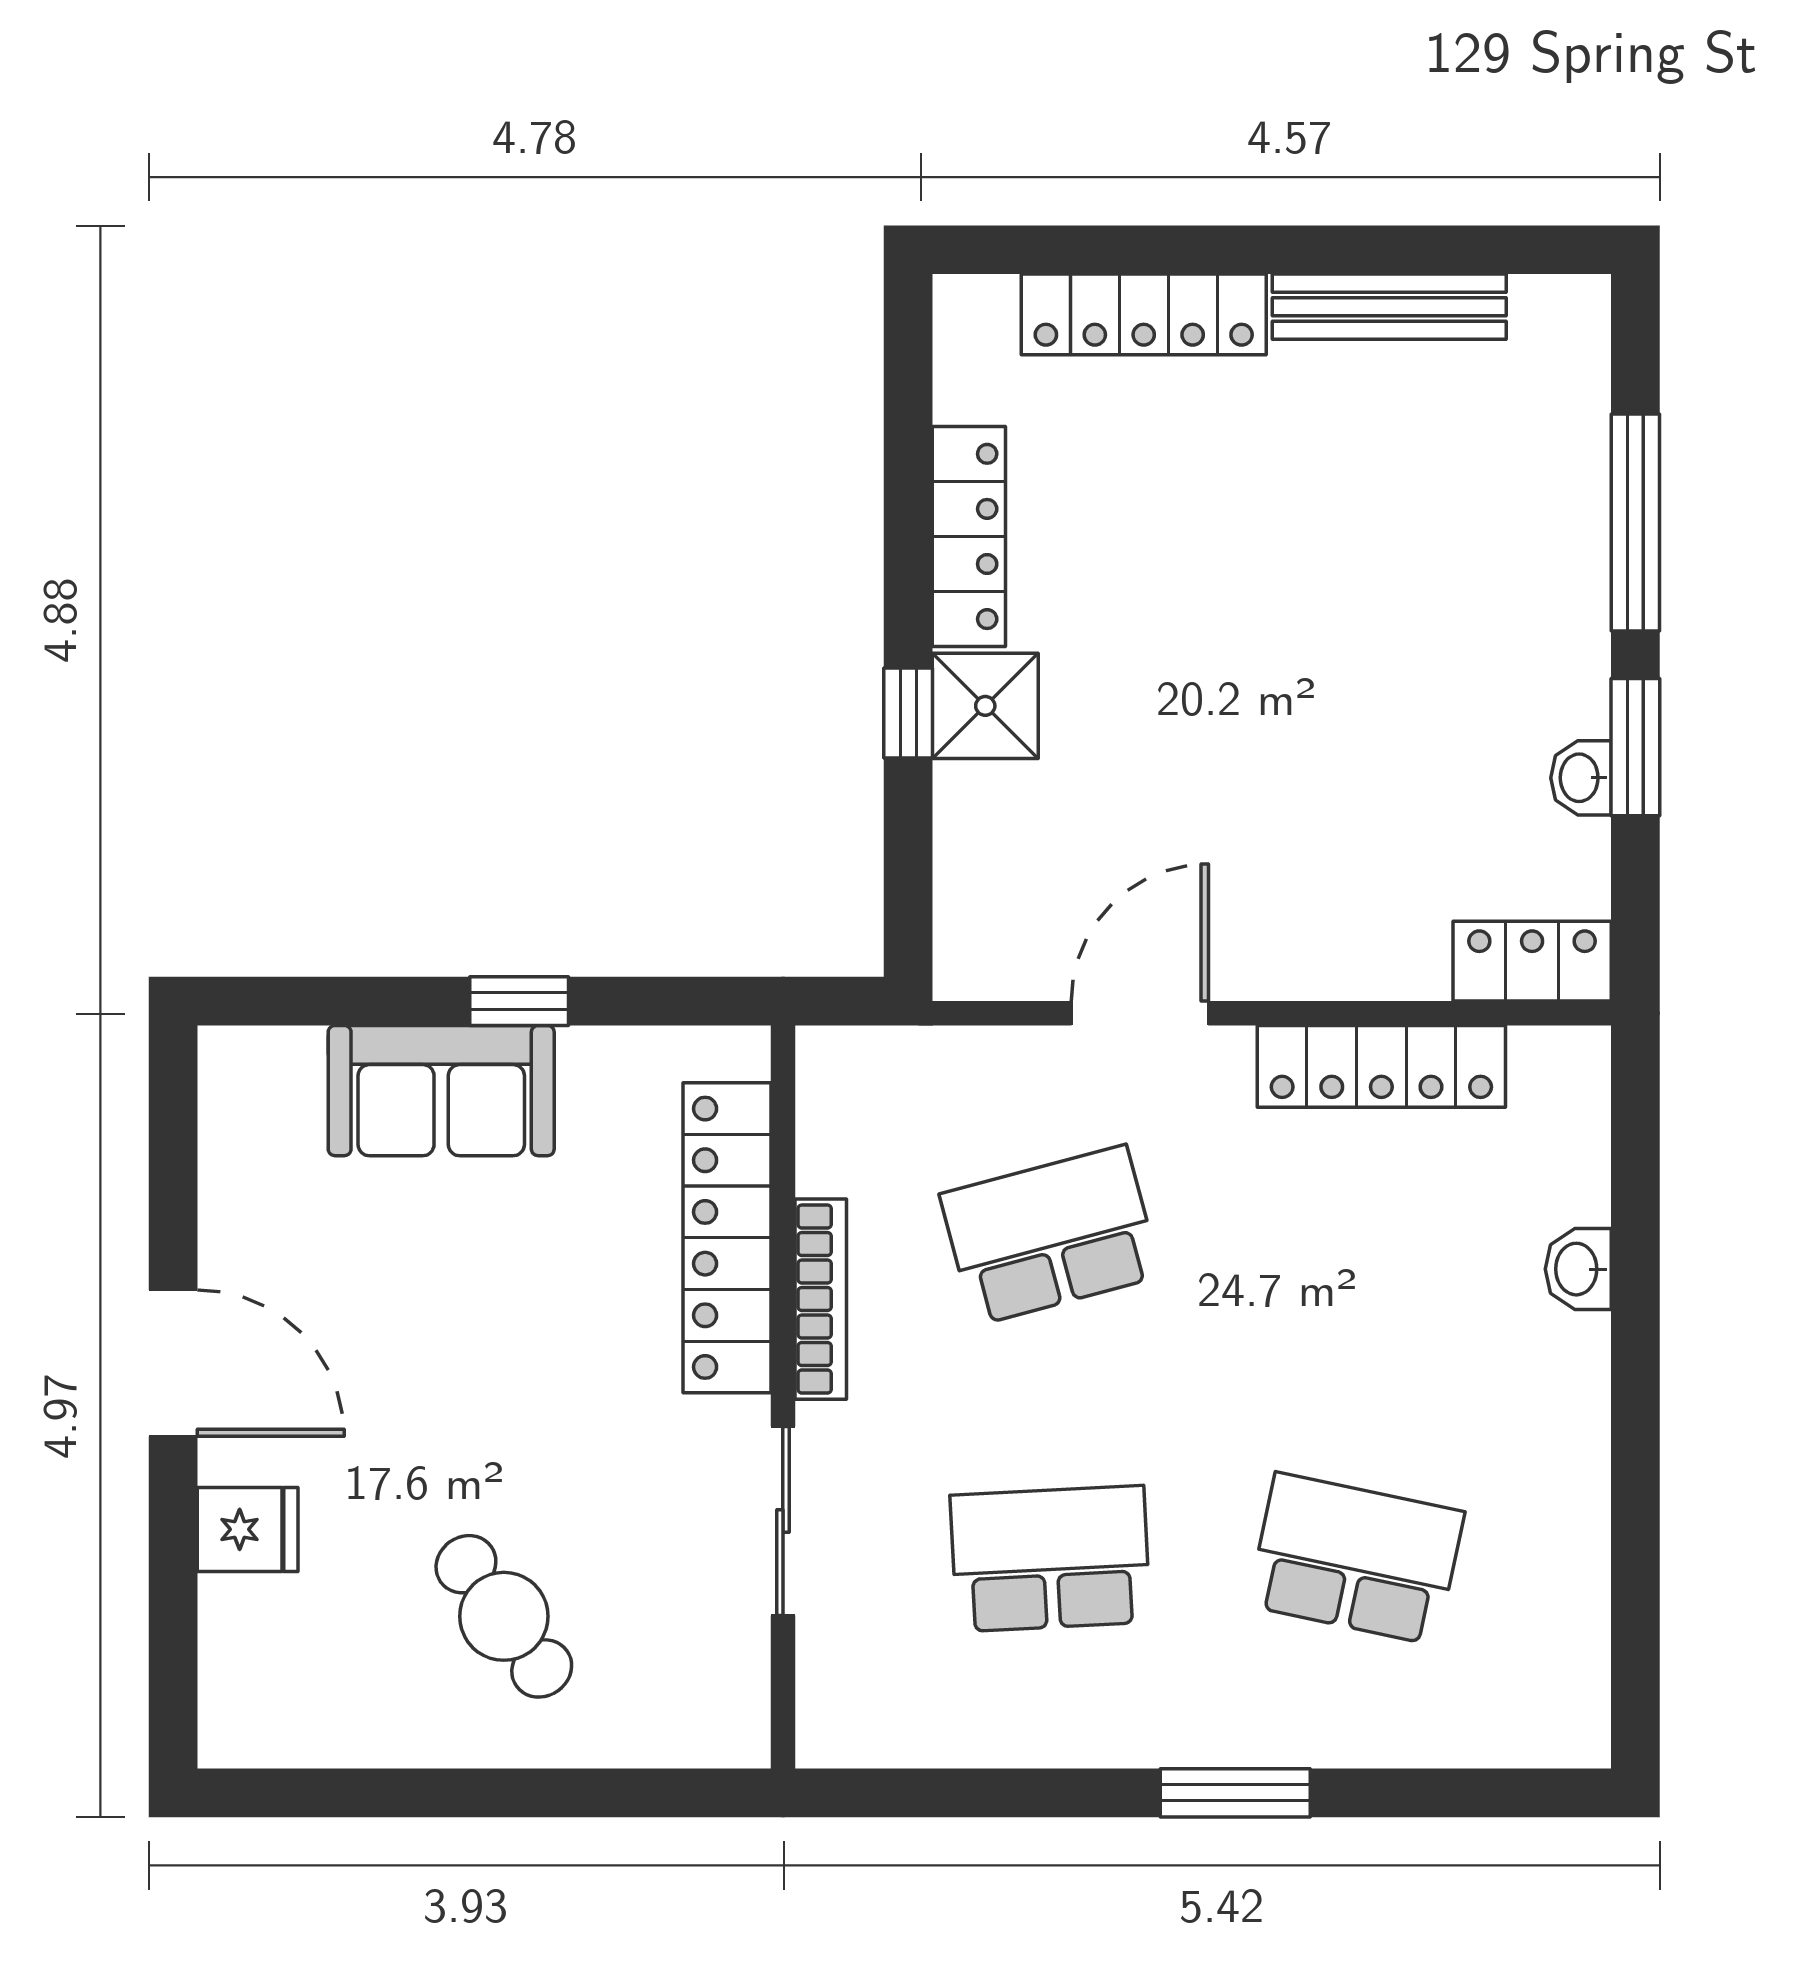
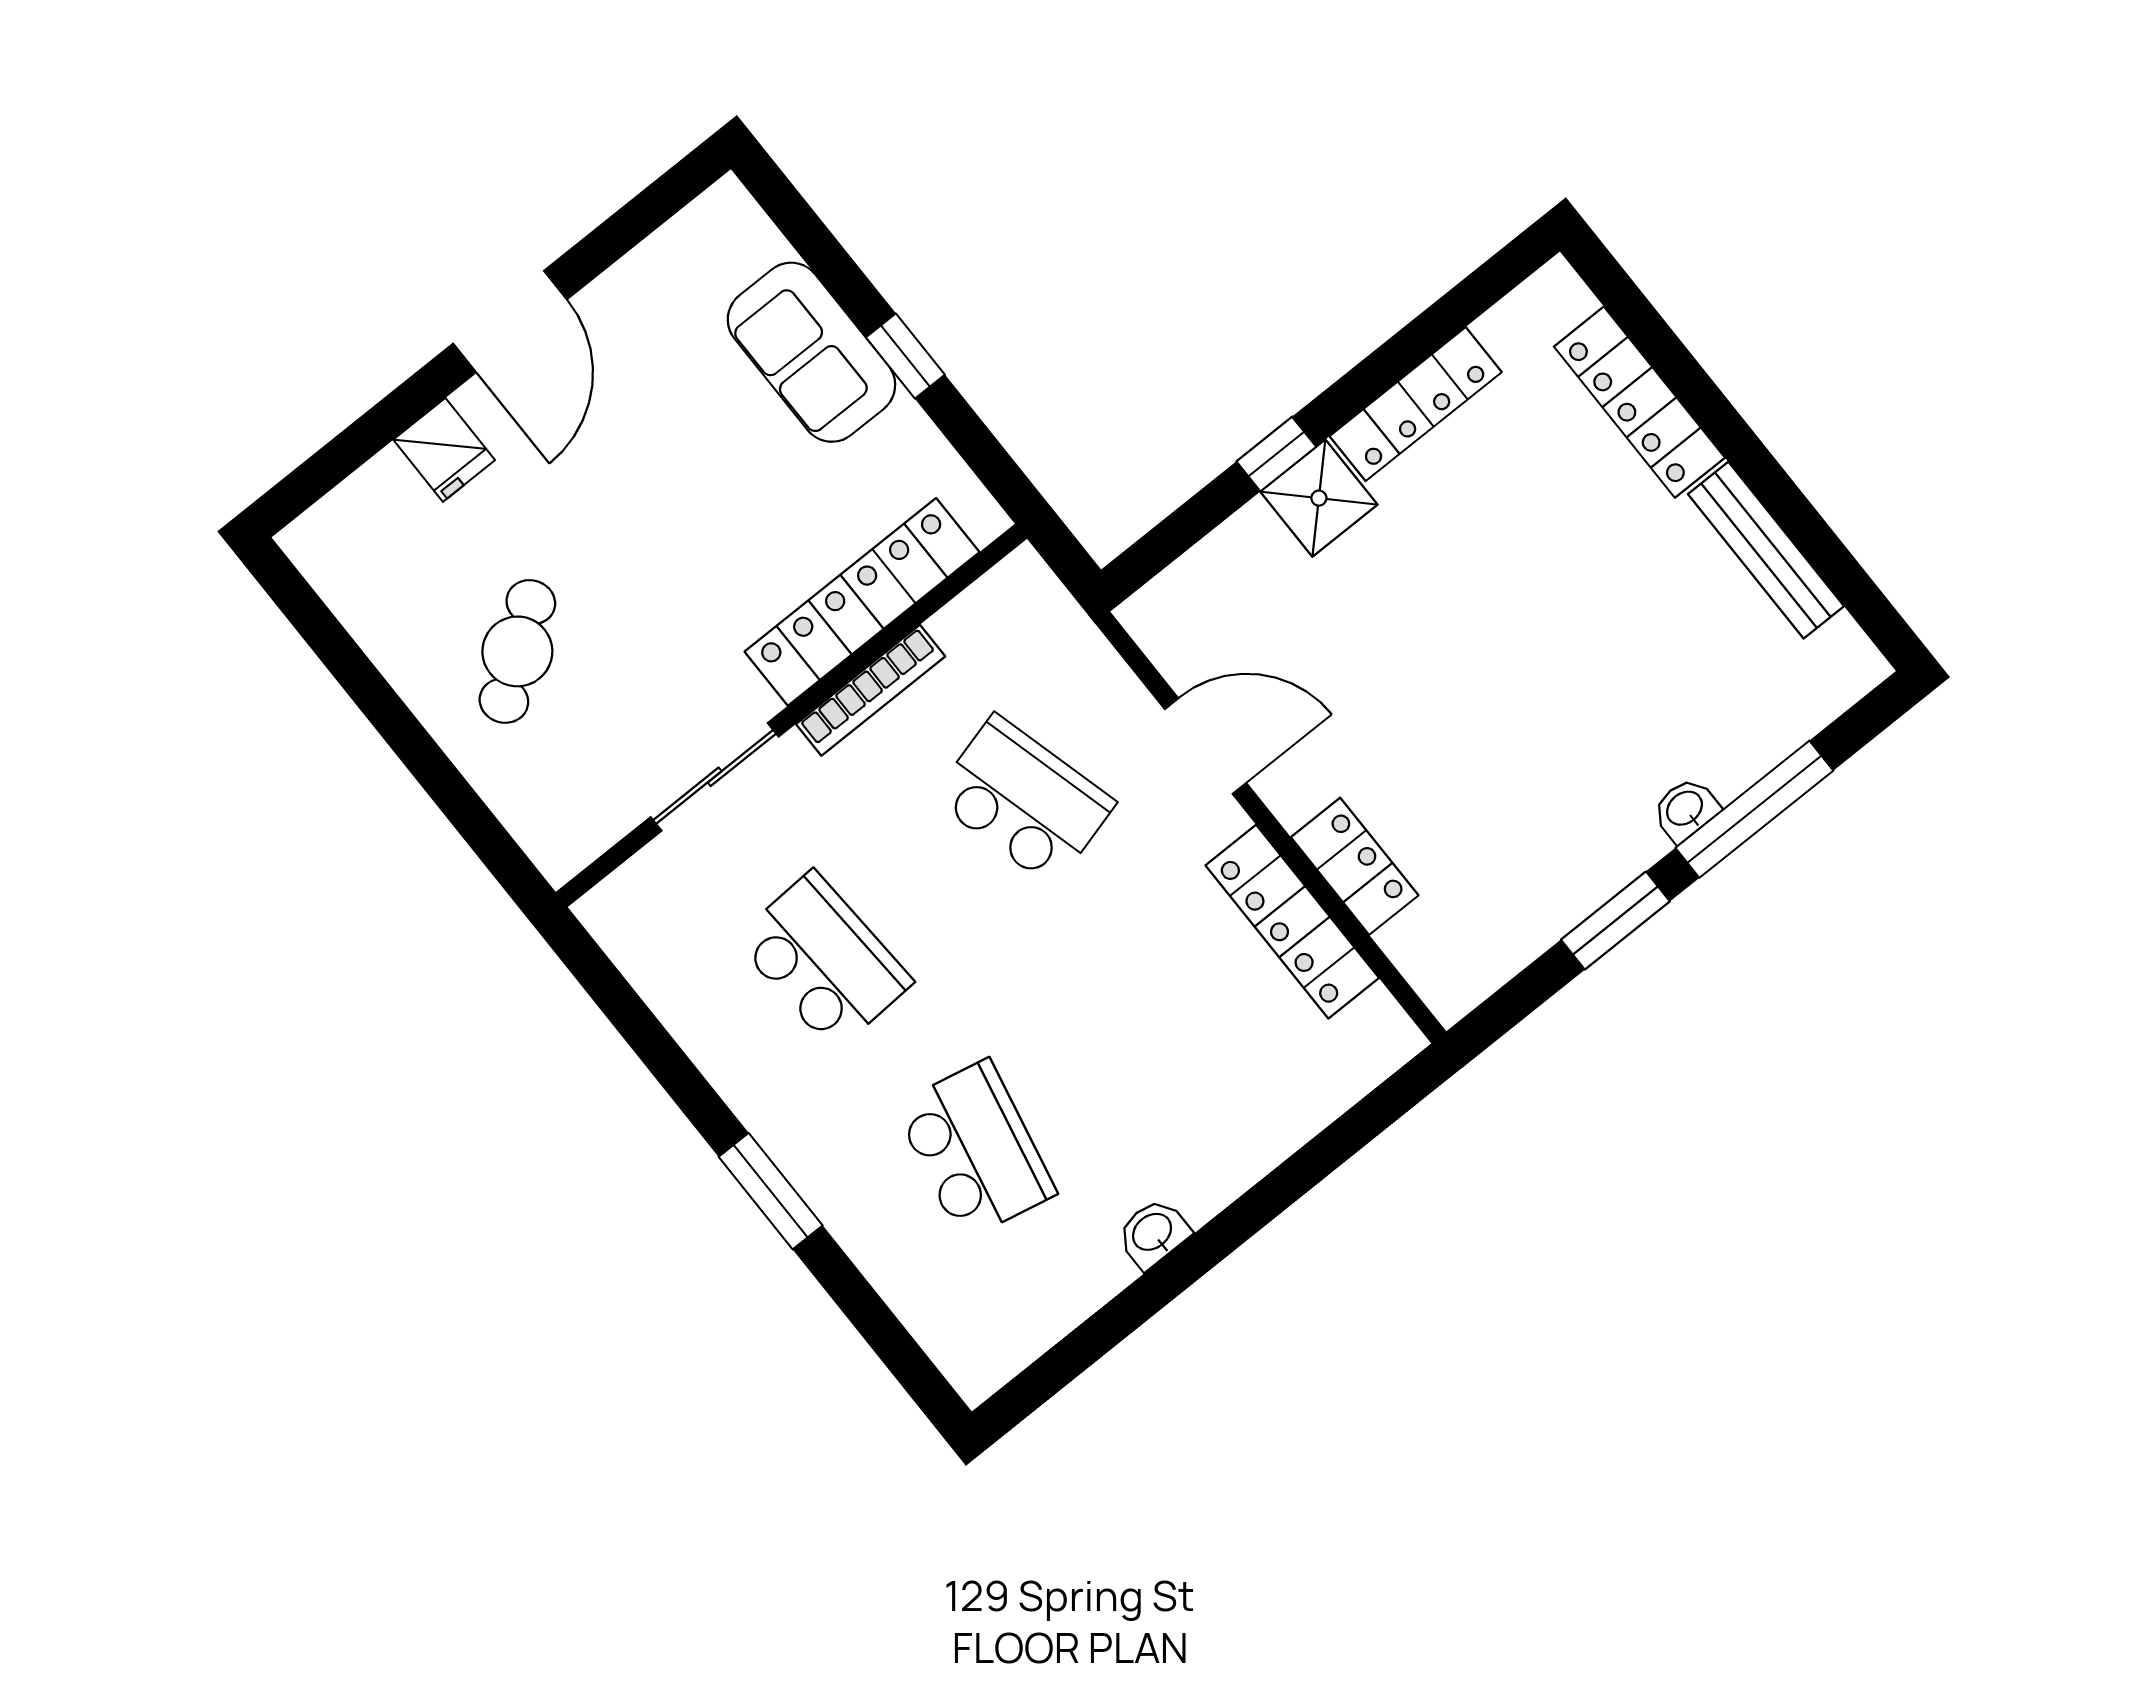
washbasin: (1581, 778) -> (1685, 809), moved
locker: (1532, 961) -> (1355, 866), moved
washbasin: (1578, 1269) -> (1153, 1233), moved

